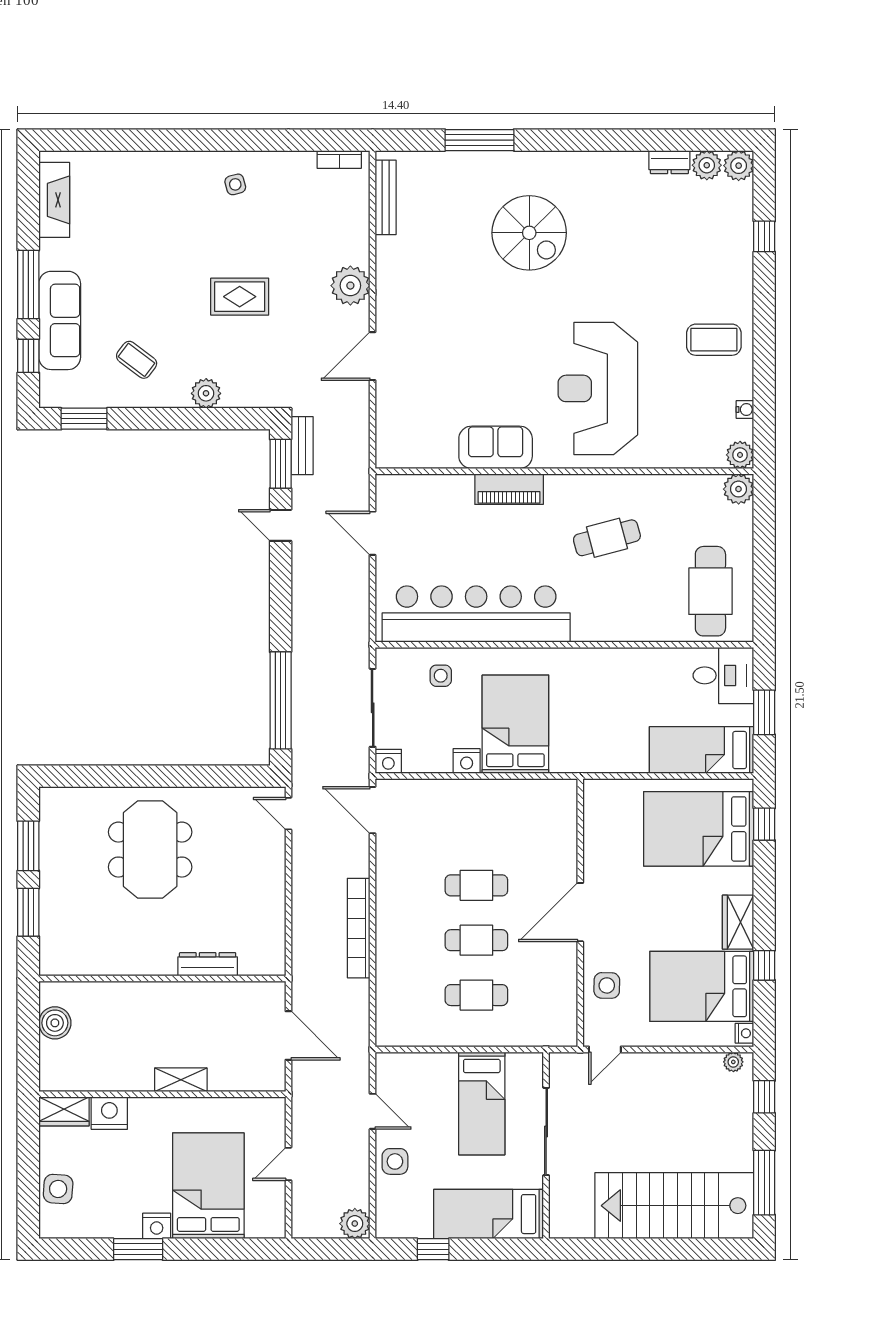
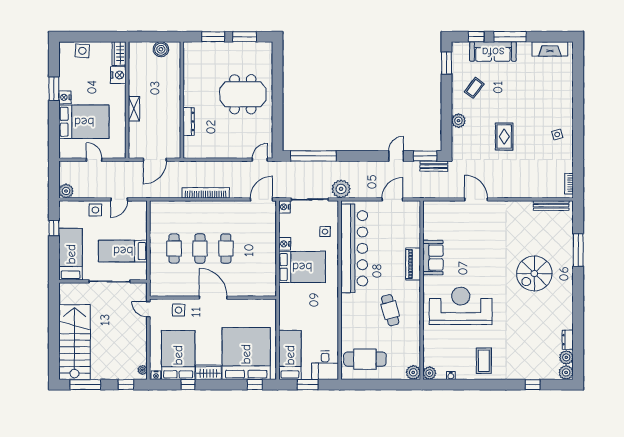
plant: (350, 286) -> (341, 189), moved
bed: (699, 829) -> (246, 354), width x1.36

